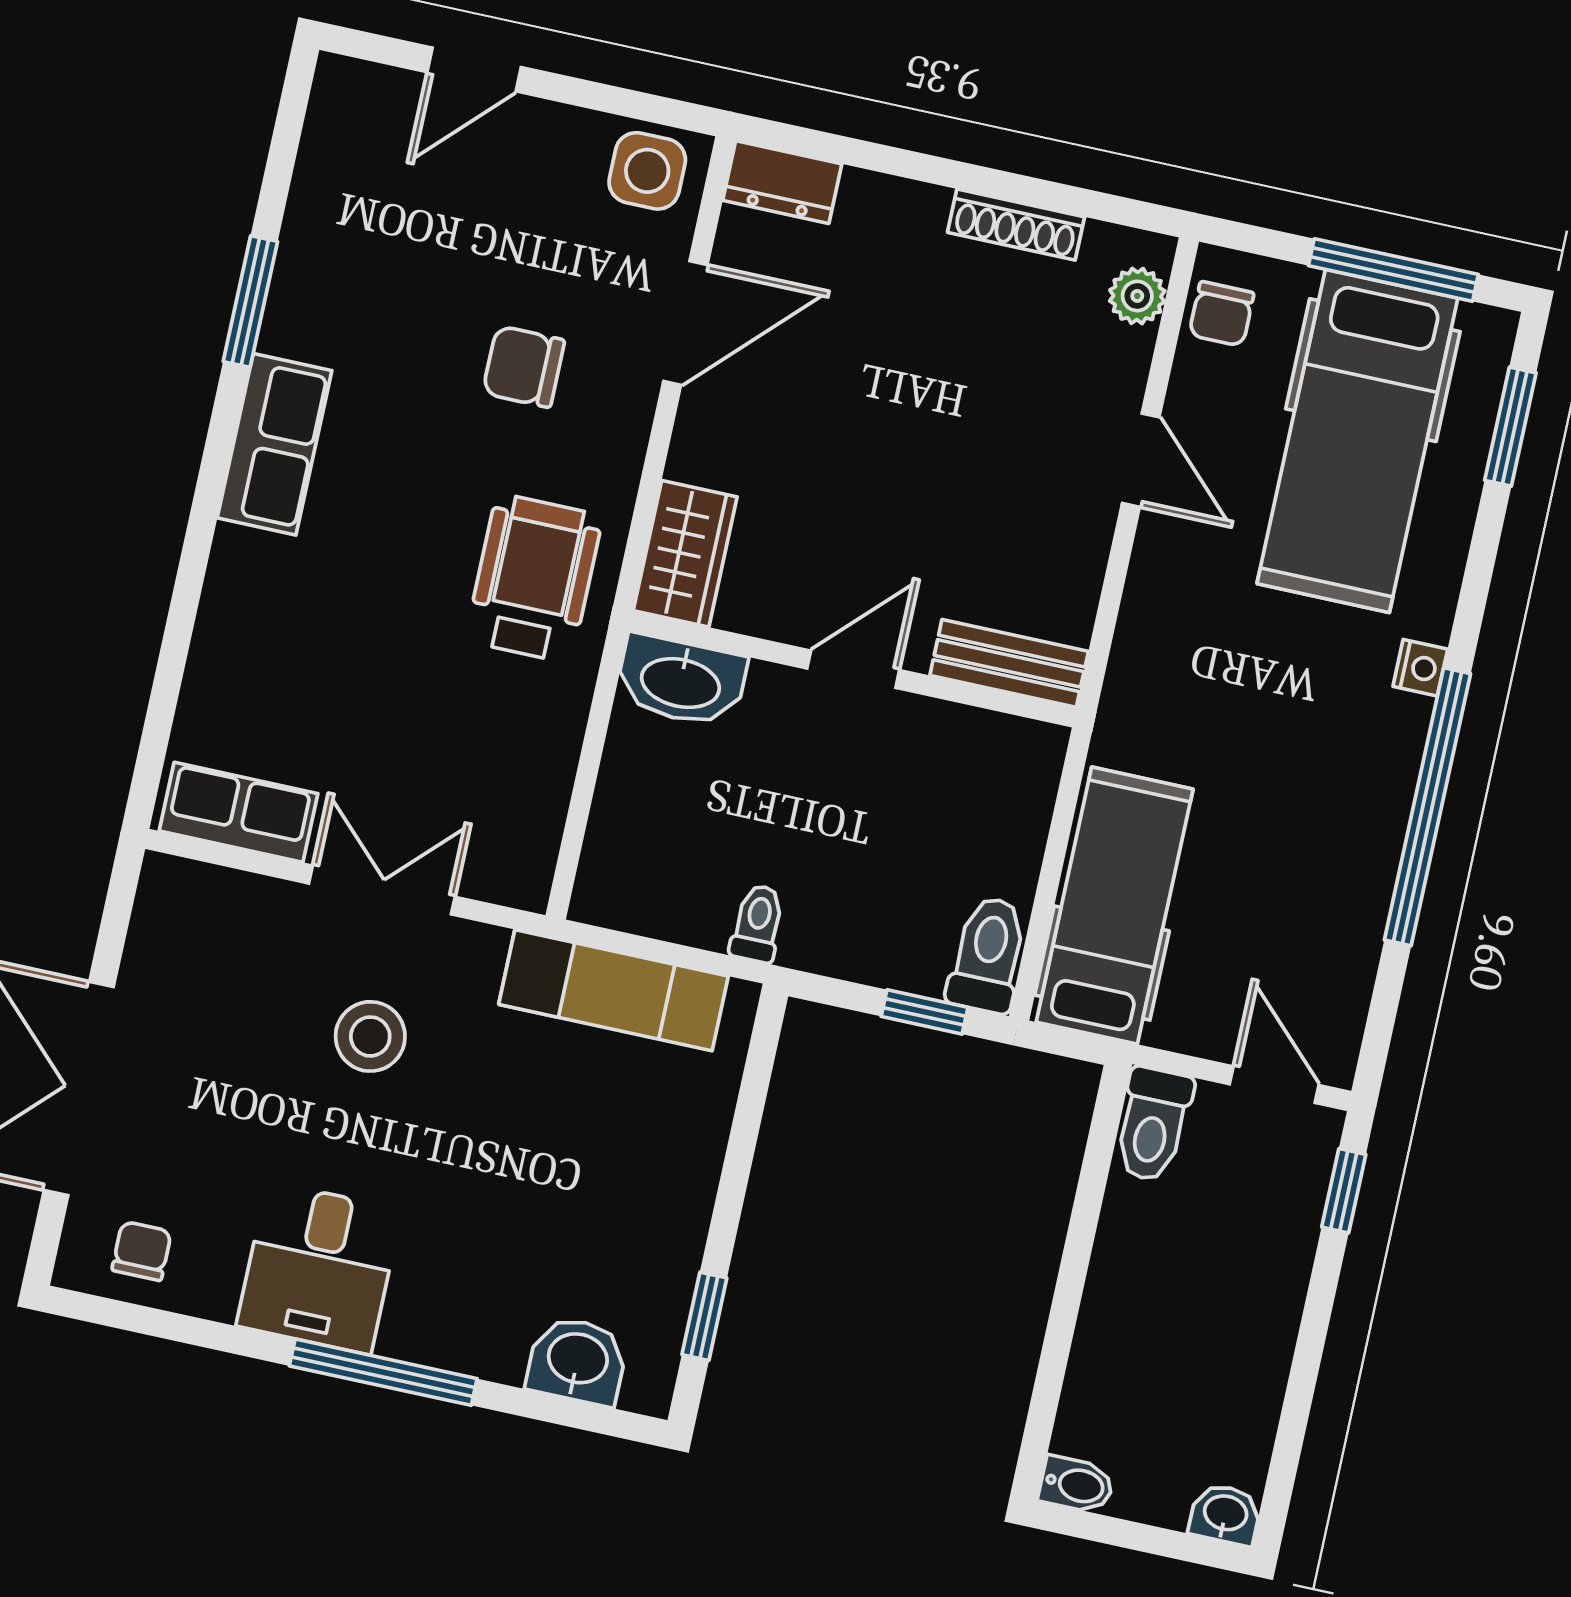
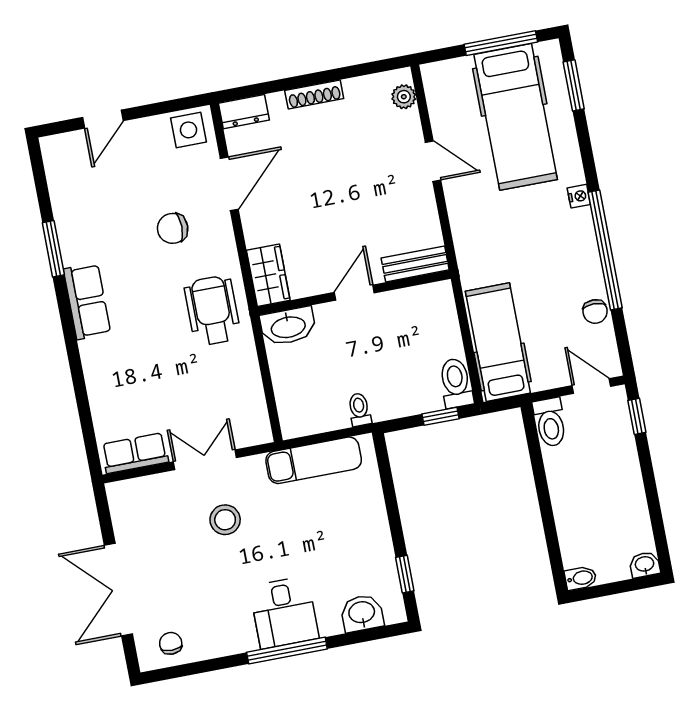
shoe rack: (1016, 225) -> (314, 95), moved
chair: (1221, 314) -> (595, 311), moved
desk: (319, 1268) -> (284, 612), moved

